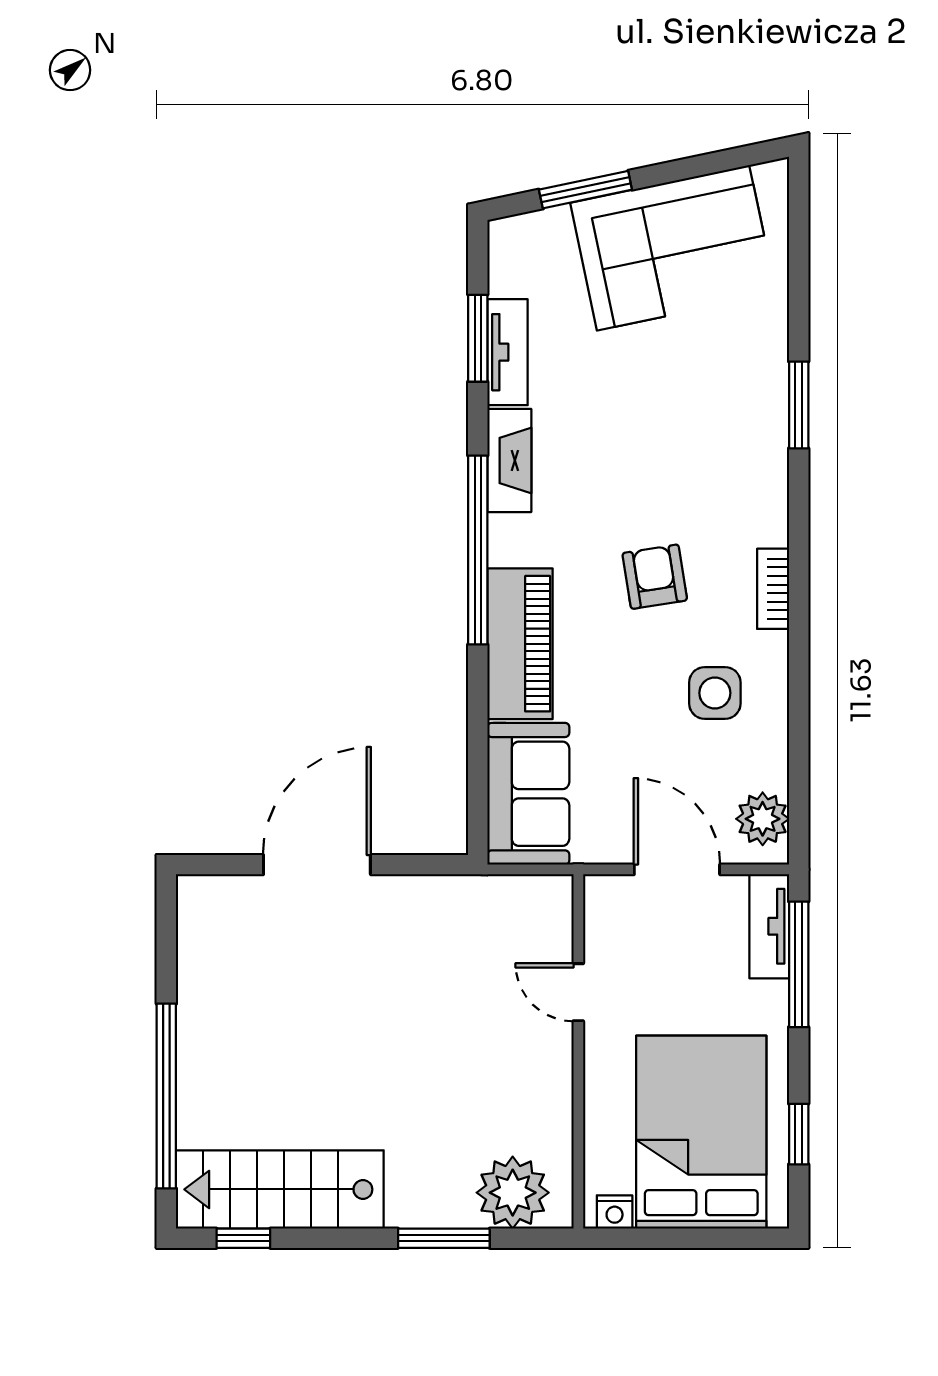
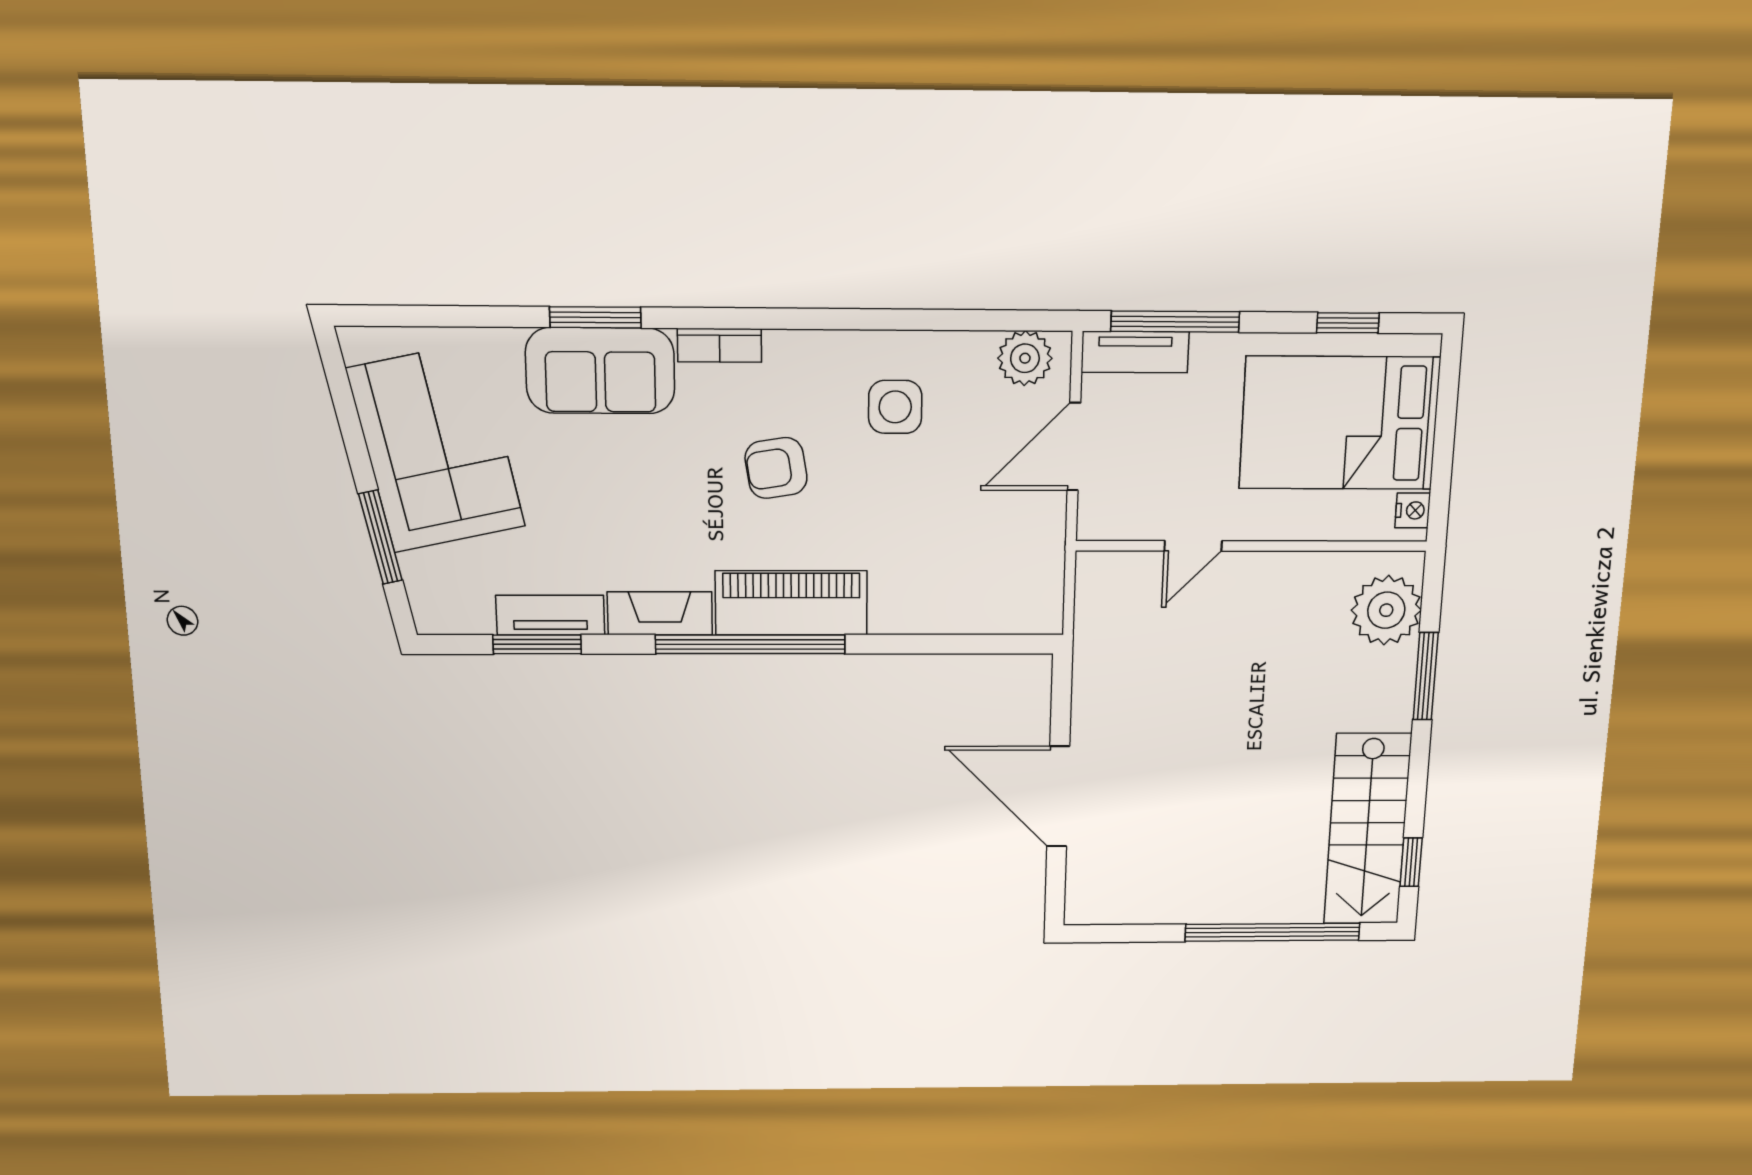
bookcase: (773, 589) -> (719, 345), moved
piano: (520, 644) -> (791, 603), moved
sofa: (528, 794) -> (600, 371), moved, turned 180

